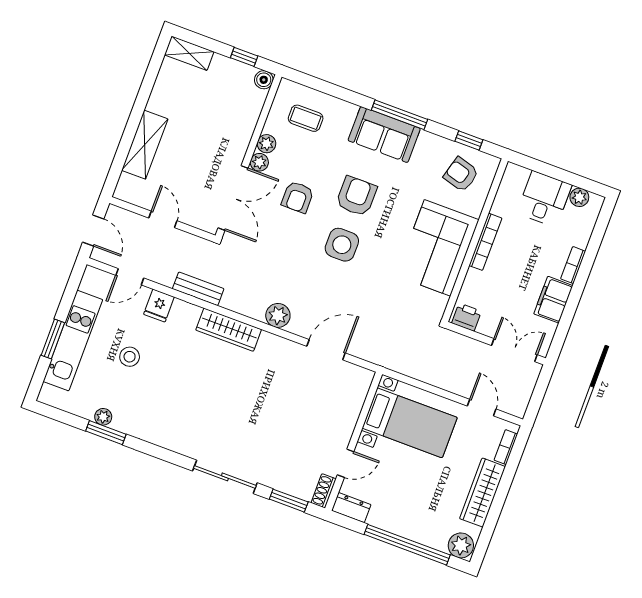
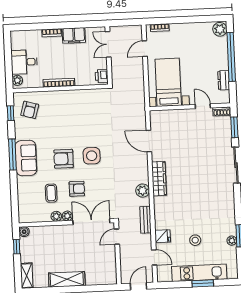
coffee table: (306, 118) -> (51, 193), moved
shelving: (145, 145) -> (67, 279), moved
plant: (579, 197) -> (17, 80), moved
door: (163, 219) -> (117, 237), moved
corner sofa: (437, 248) -> (72, 106), removed
plant: (278, 315) -> (143, 191), moved
wardrobe: (229, 330) -> (159, 179), moved
wardrobe: (483, 493) -> (188, 30), removed
dresser: (351, 508) -> (224, 80), moved

